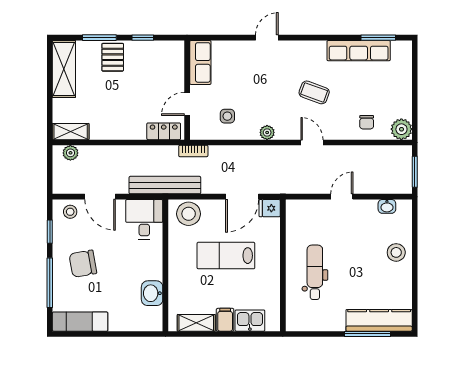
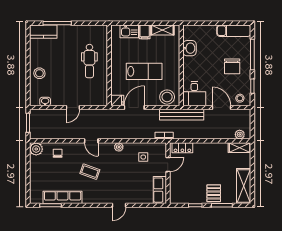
chair: (83, 264) -> (232, 66), turned 100
kitchen counter: (379, 320) -> (43, 32), width x0.67

